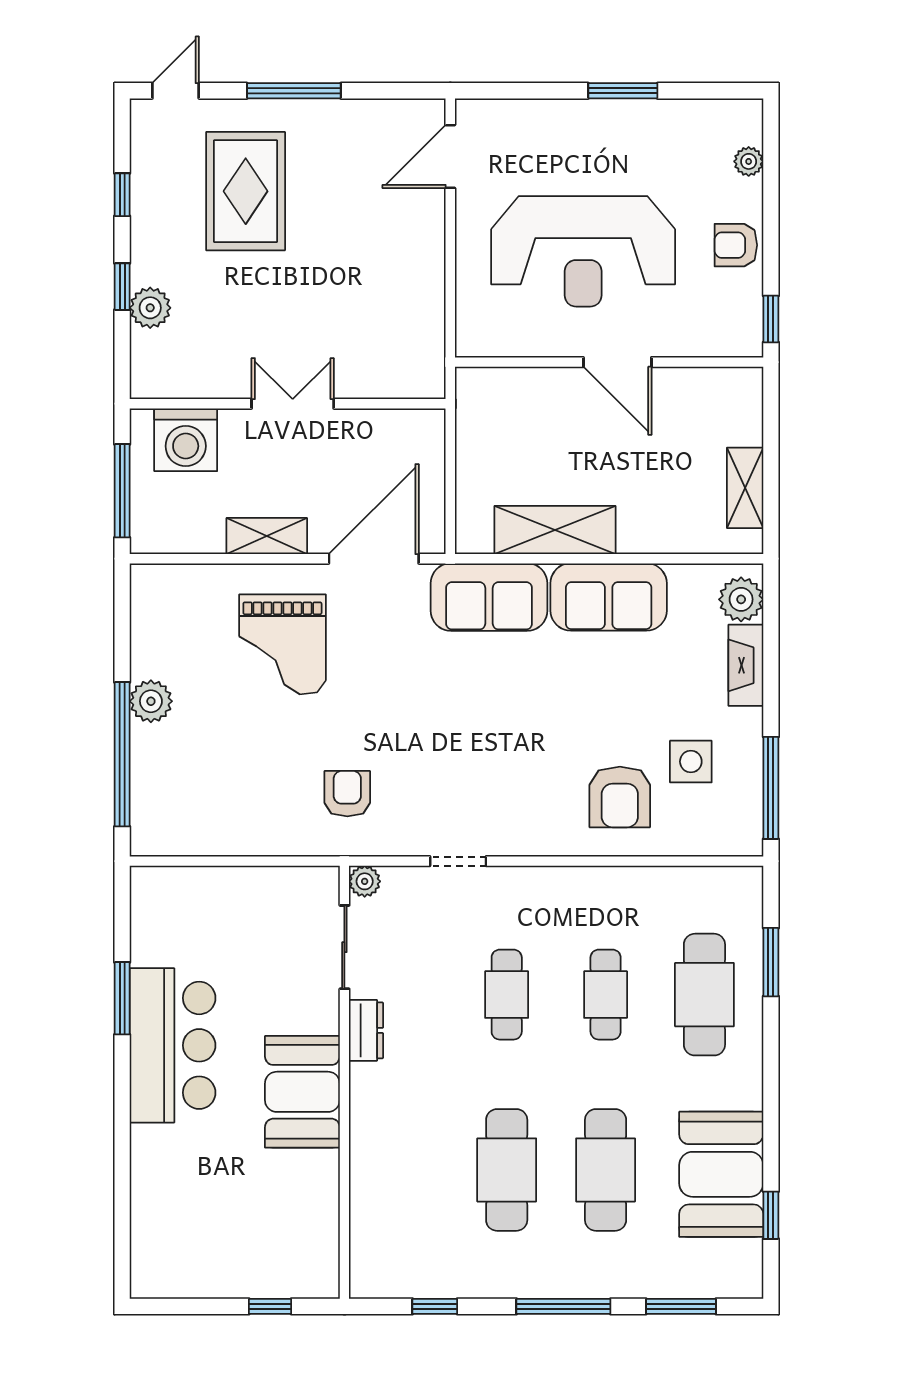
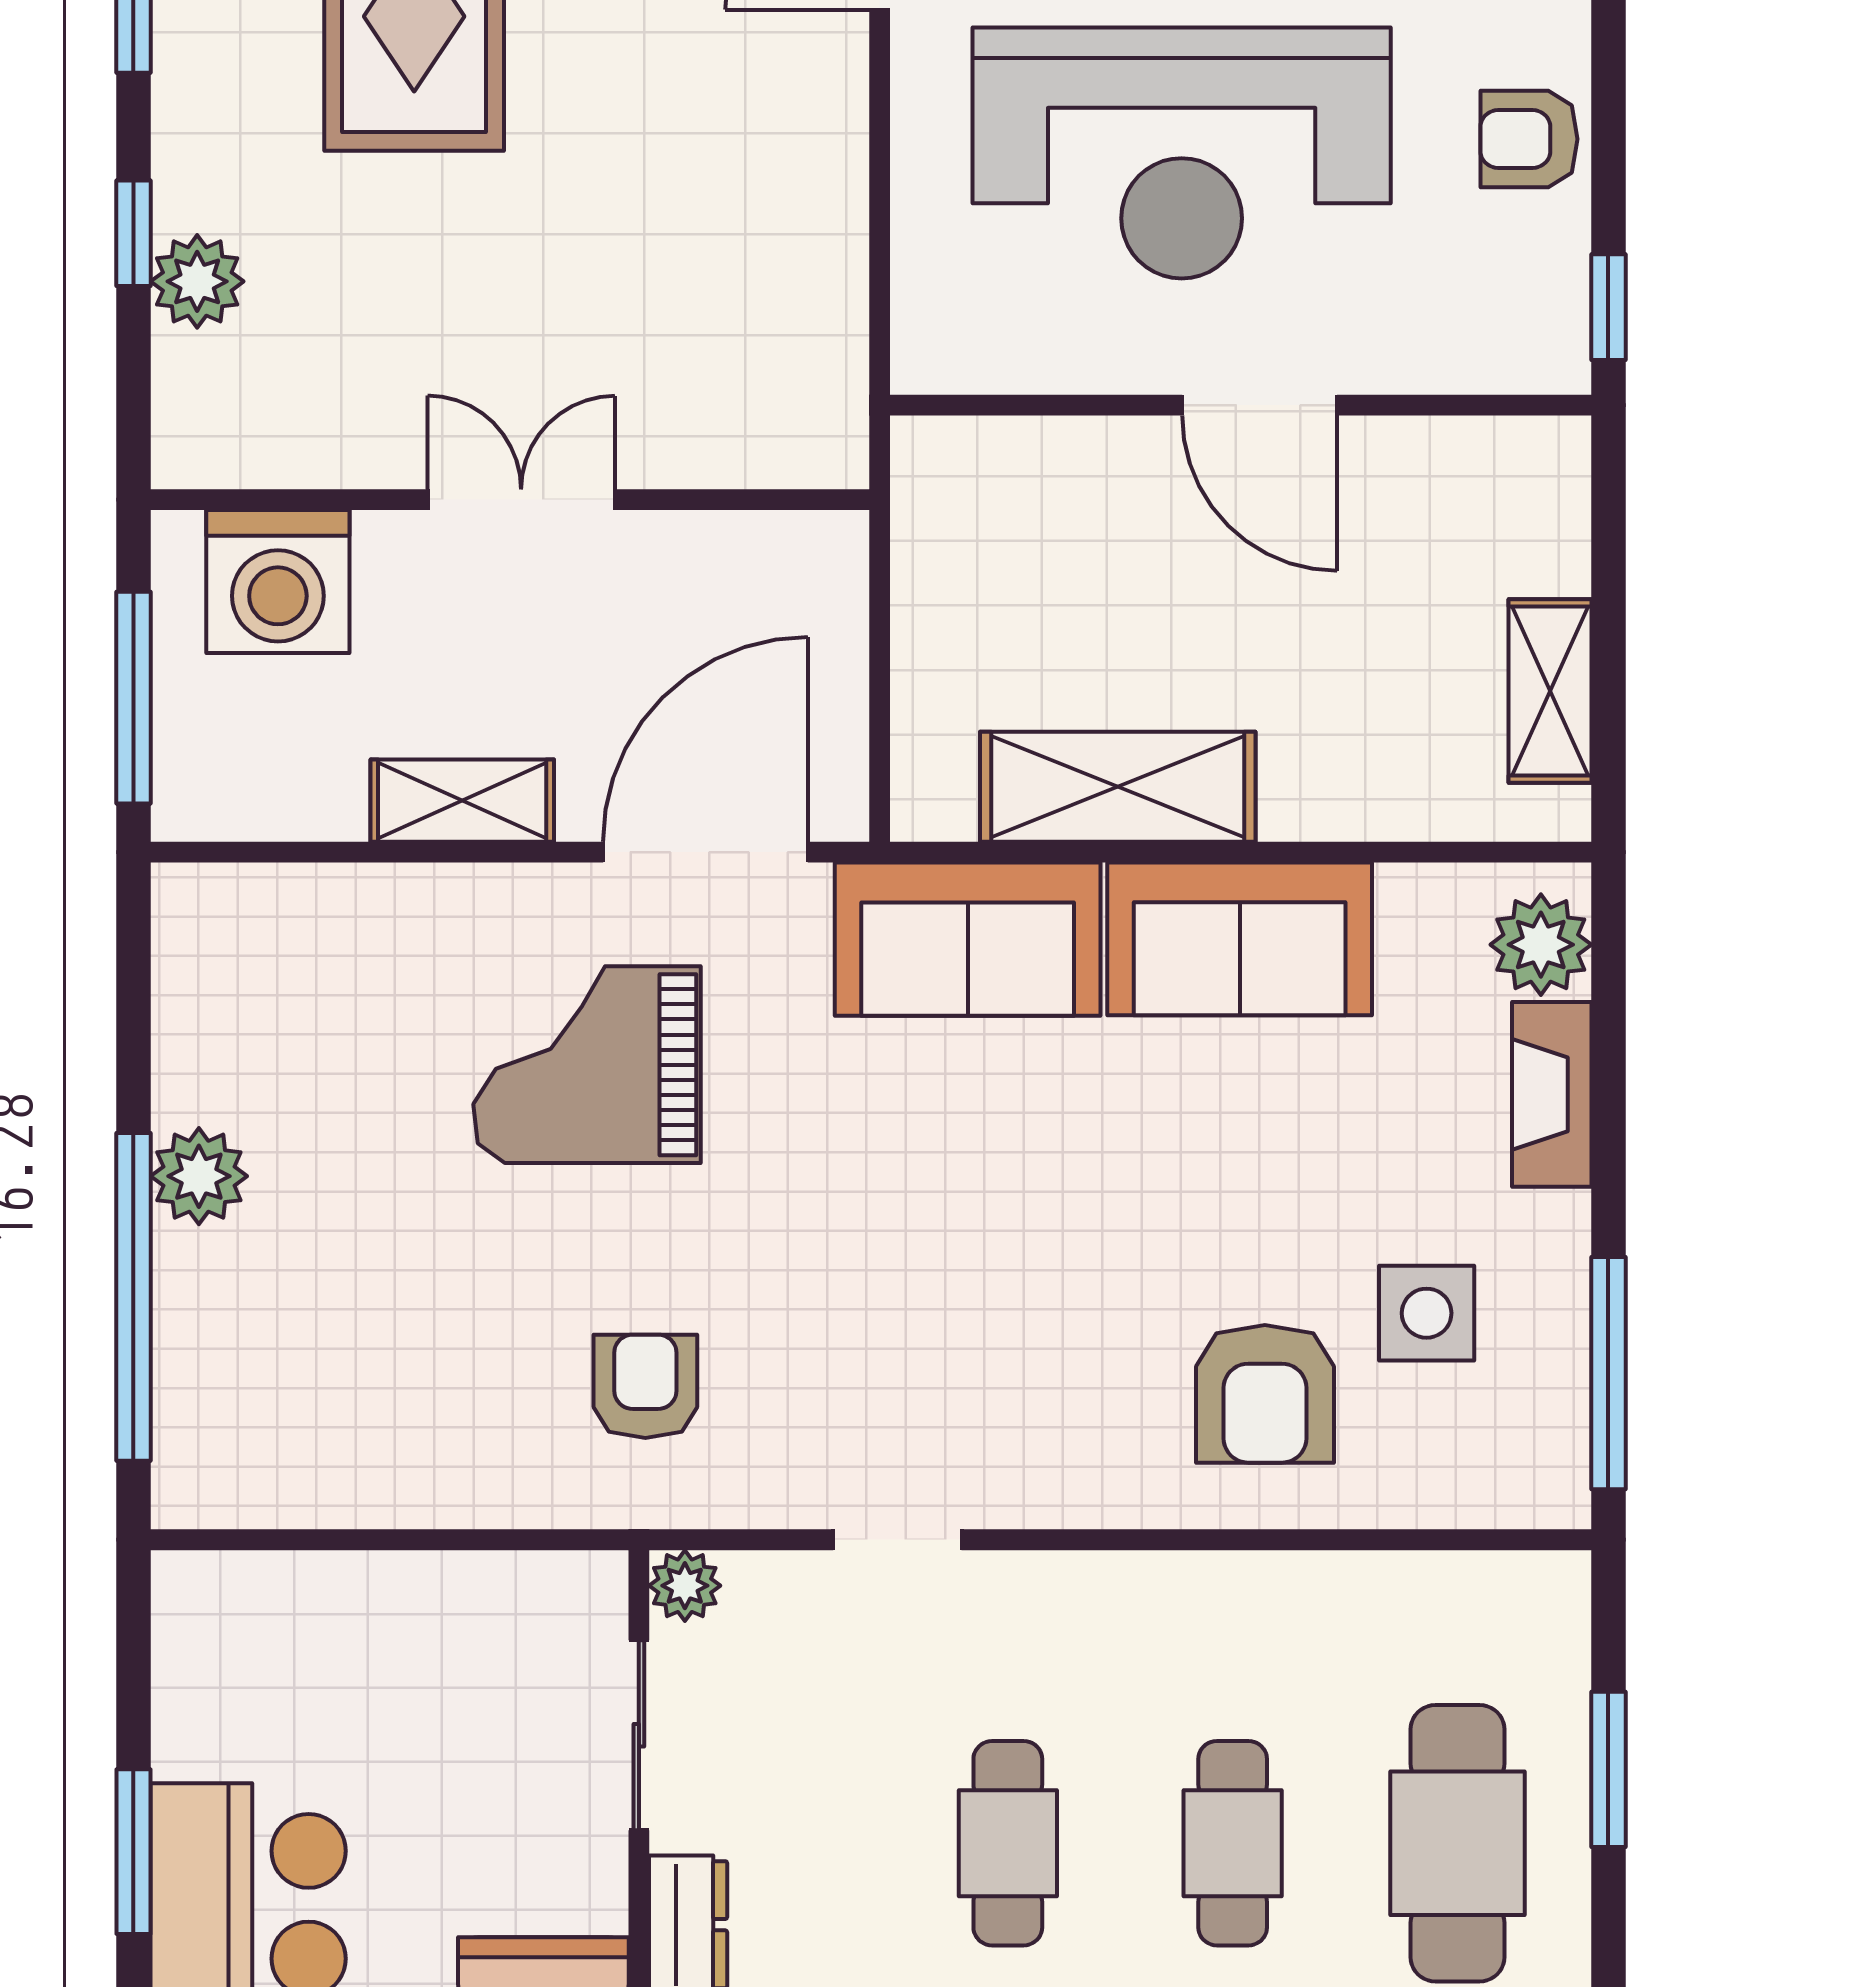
grand piano: (282, 644) -> (587, 1065), moved, turned 90

